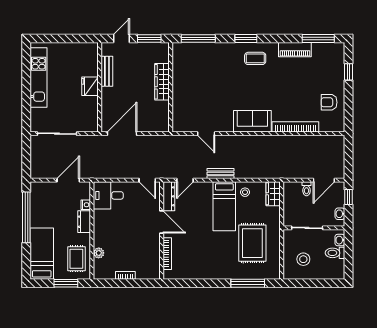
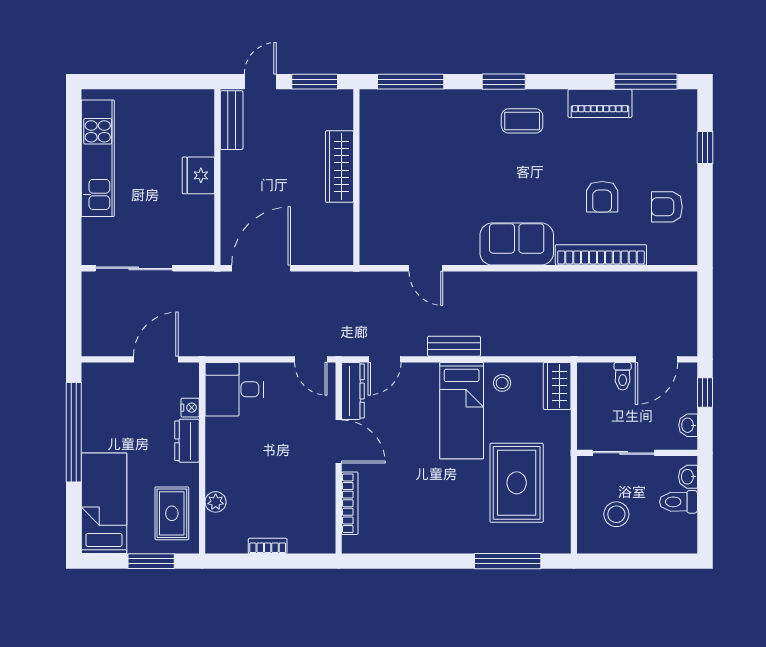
bench: (107, 71) -> (232, 120), moved
armchair: (296, 97) -> (602, 197), added

